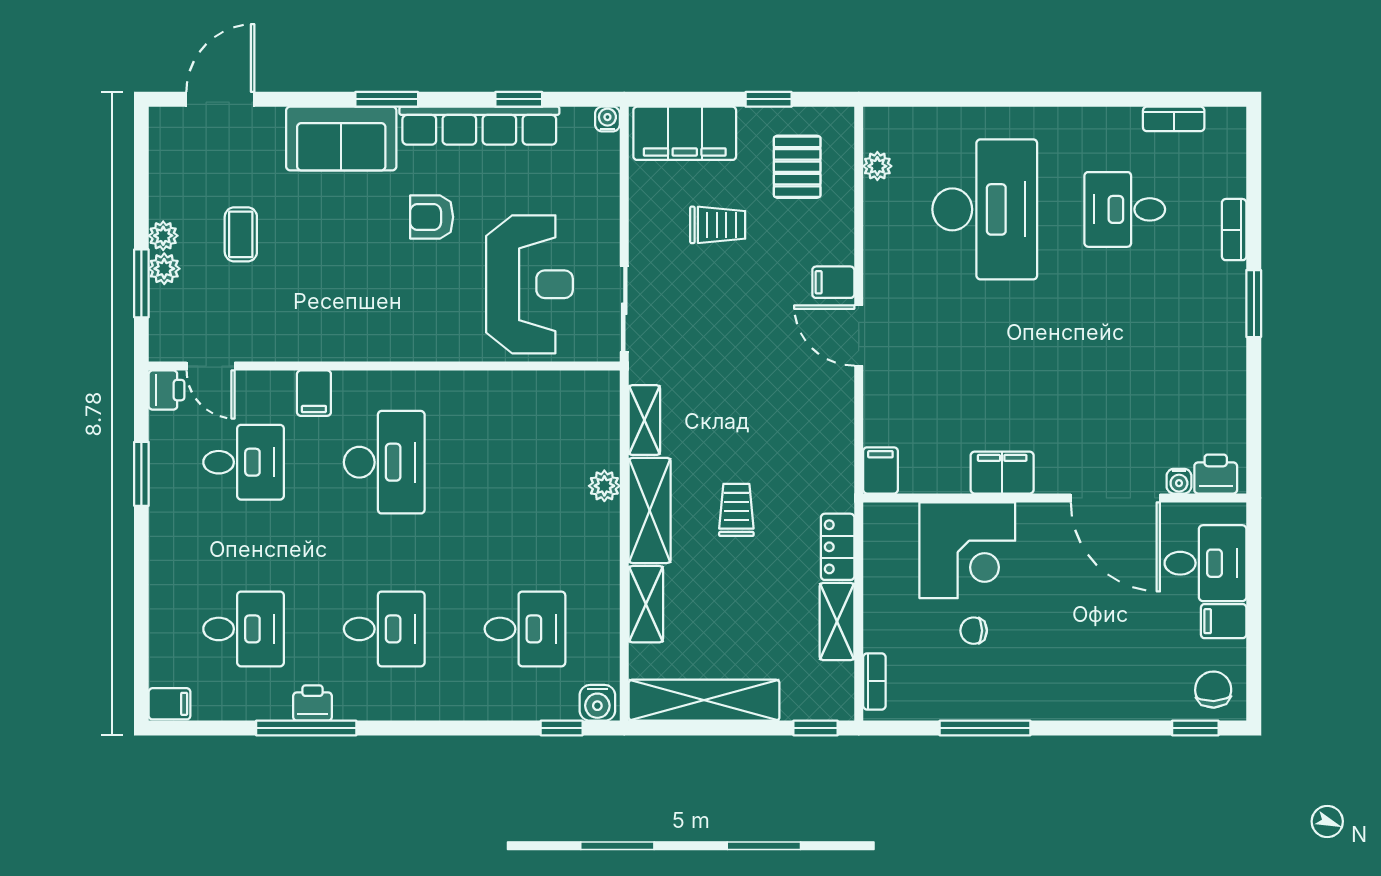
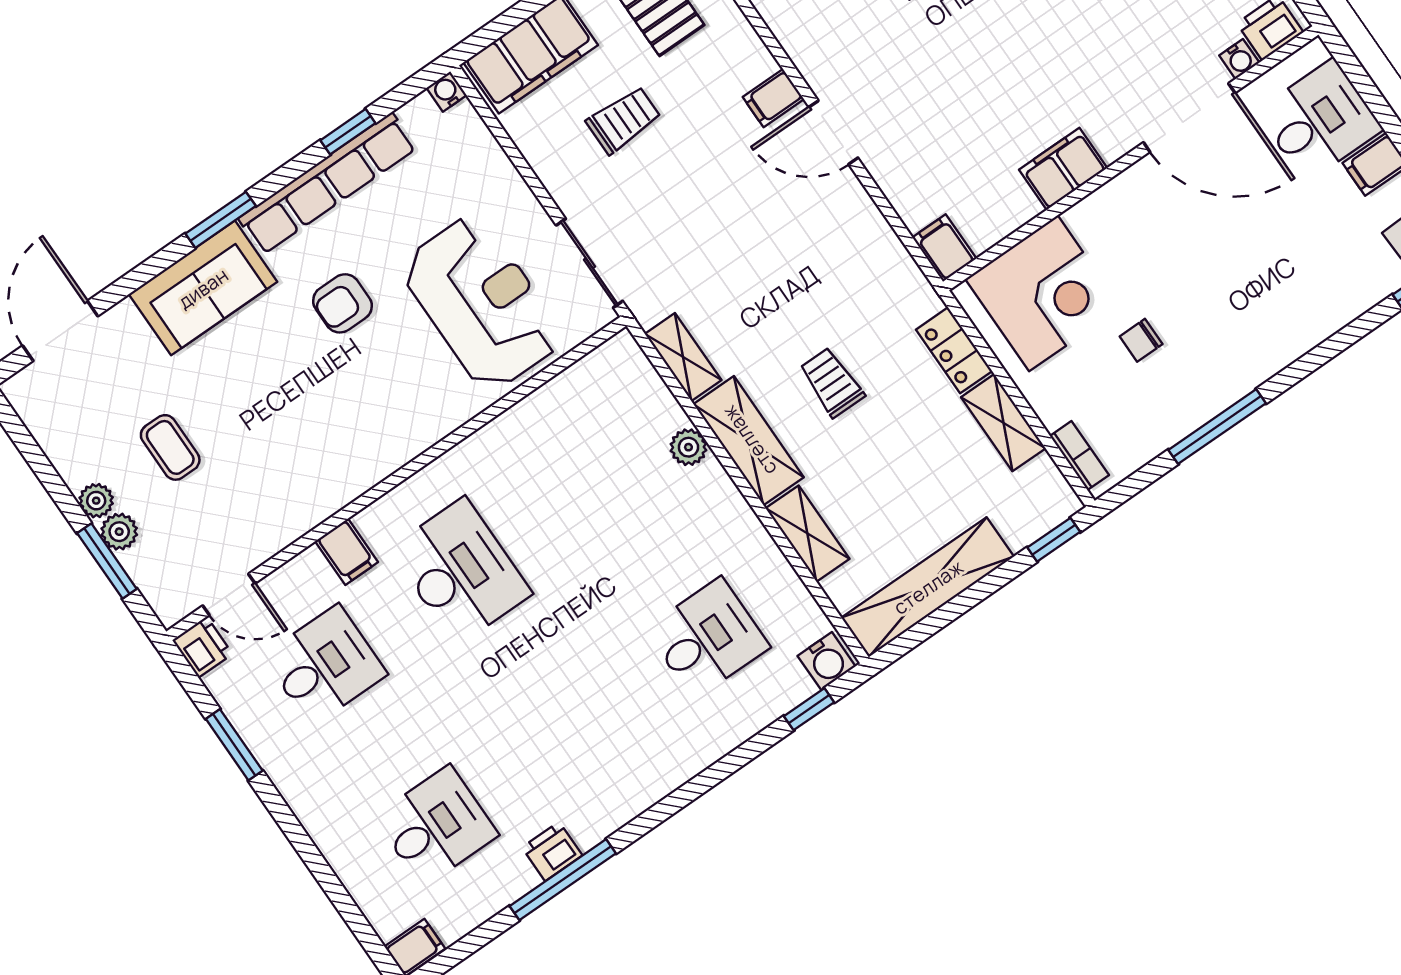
corner desk: (967, 550) -> (1043, 293), moved
desk: (384, 629) -> (572, 732), removed

